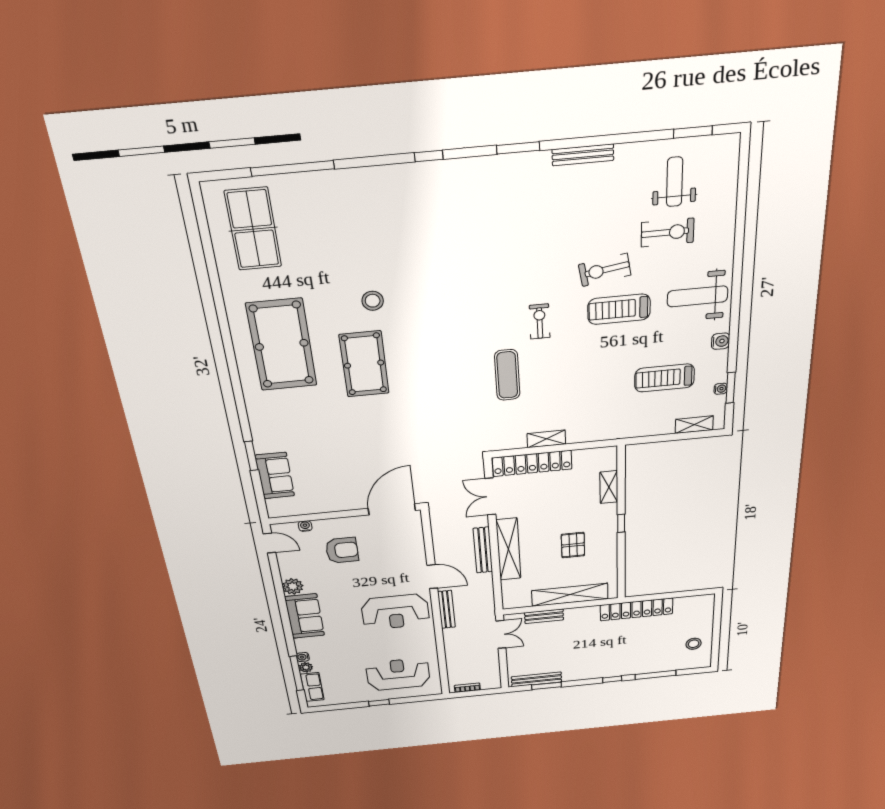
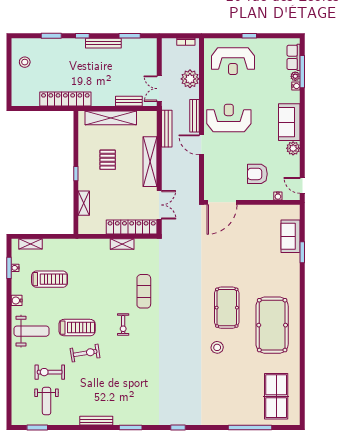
bench: (483, 550) -> (167, 129), moved
plant: (457, 649) -> (190, 79), added
window: (655, 675) -> (51, 36), width x0.69
bench: (536, 679) -> (103, 43), moved

